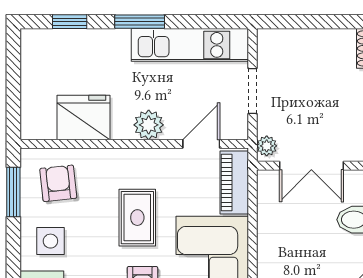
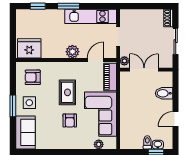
fridge: (83, 117) -> (29, 48), moved
double door: (311, 166) -> (144, 70), swing flipped
armchair: (58, 183) -> (33, 77), turned -84
window: (13, 192) -> (13, 106), moved

